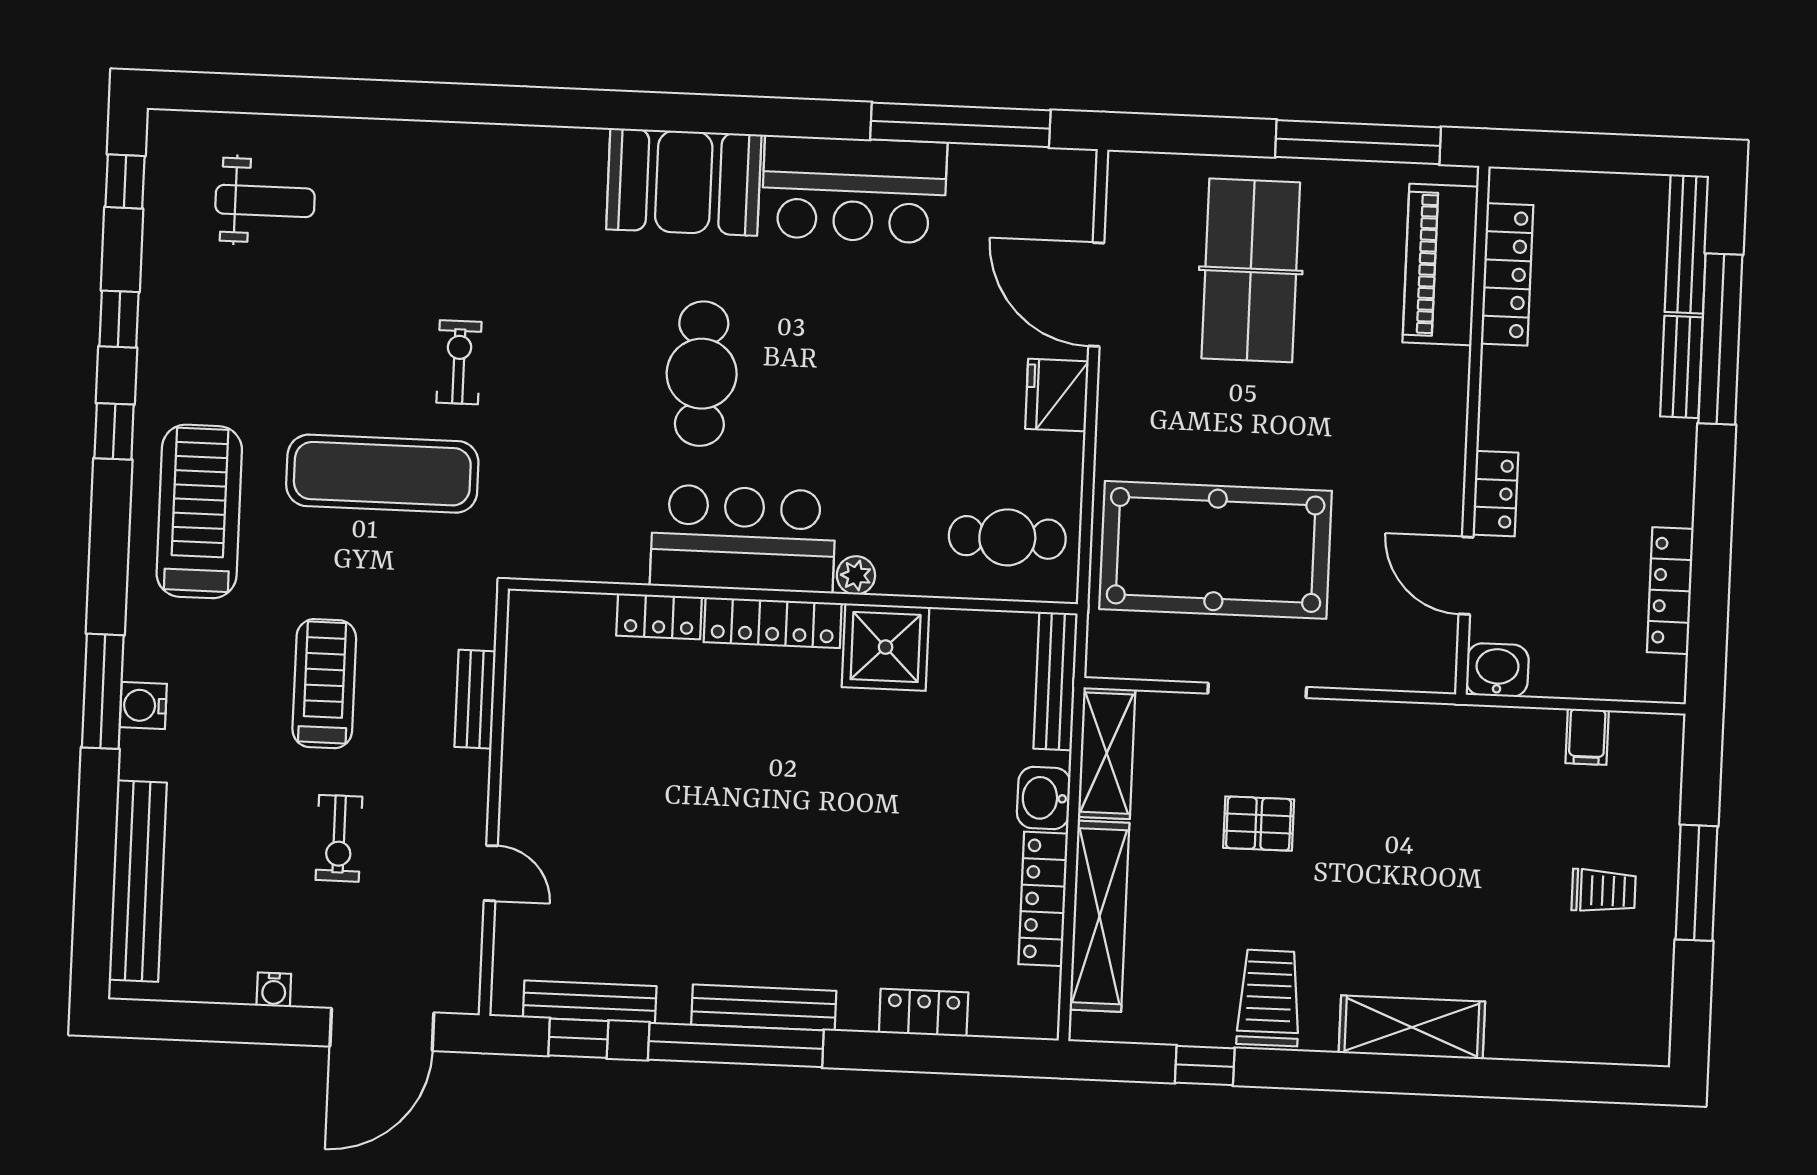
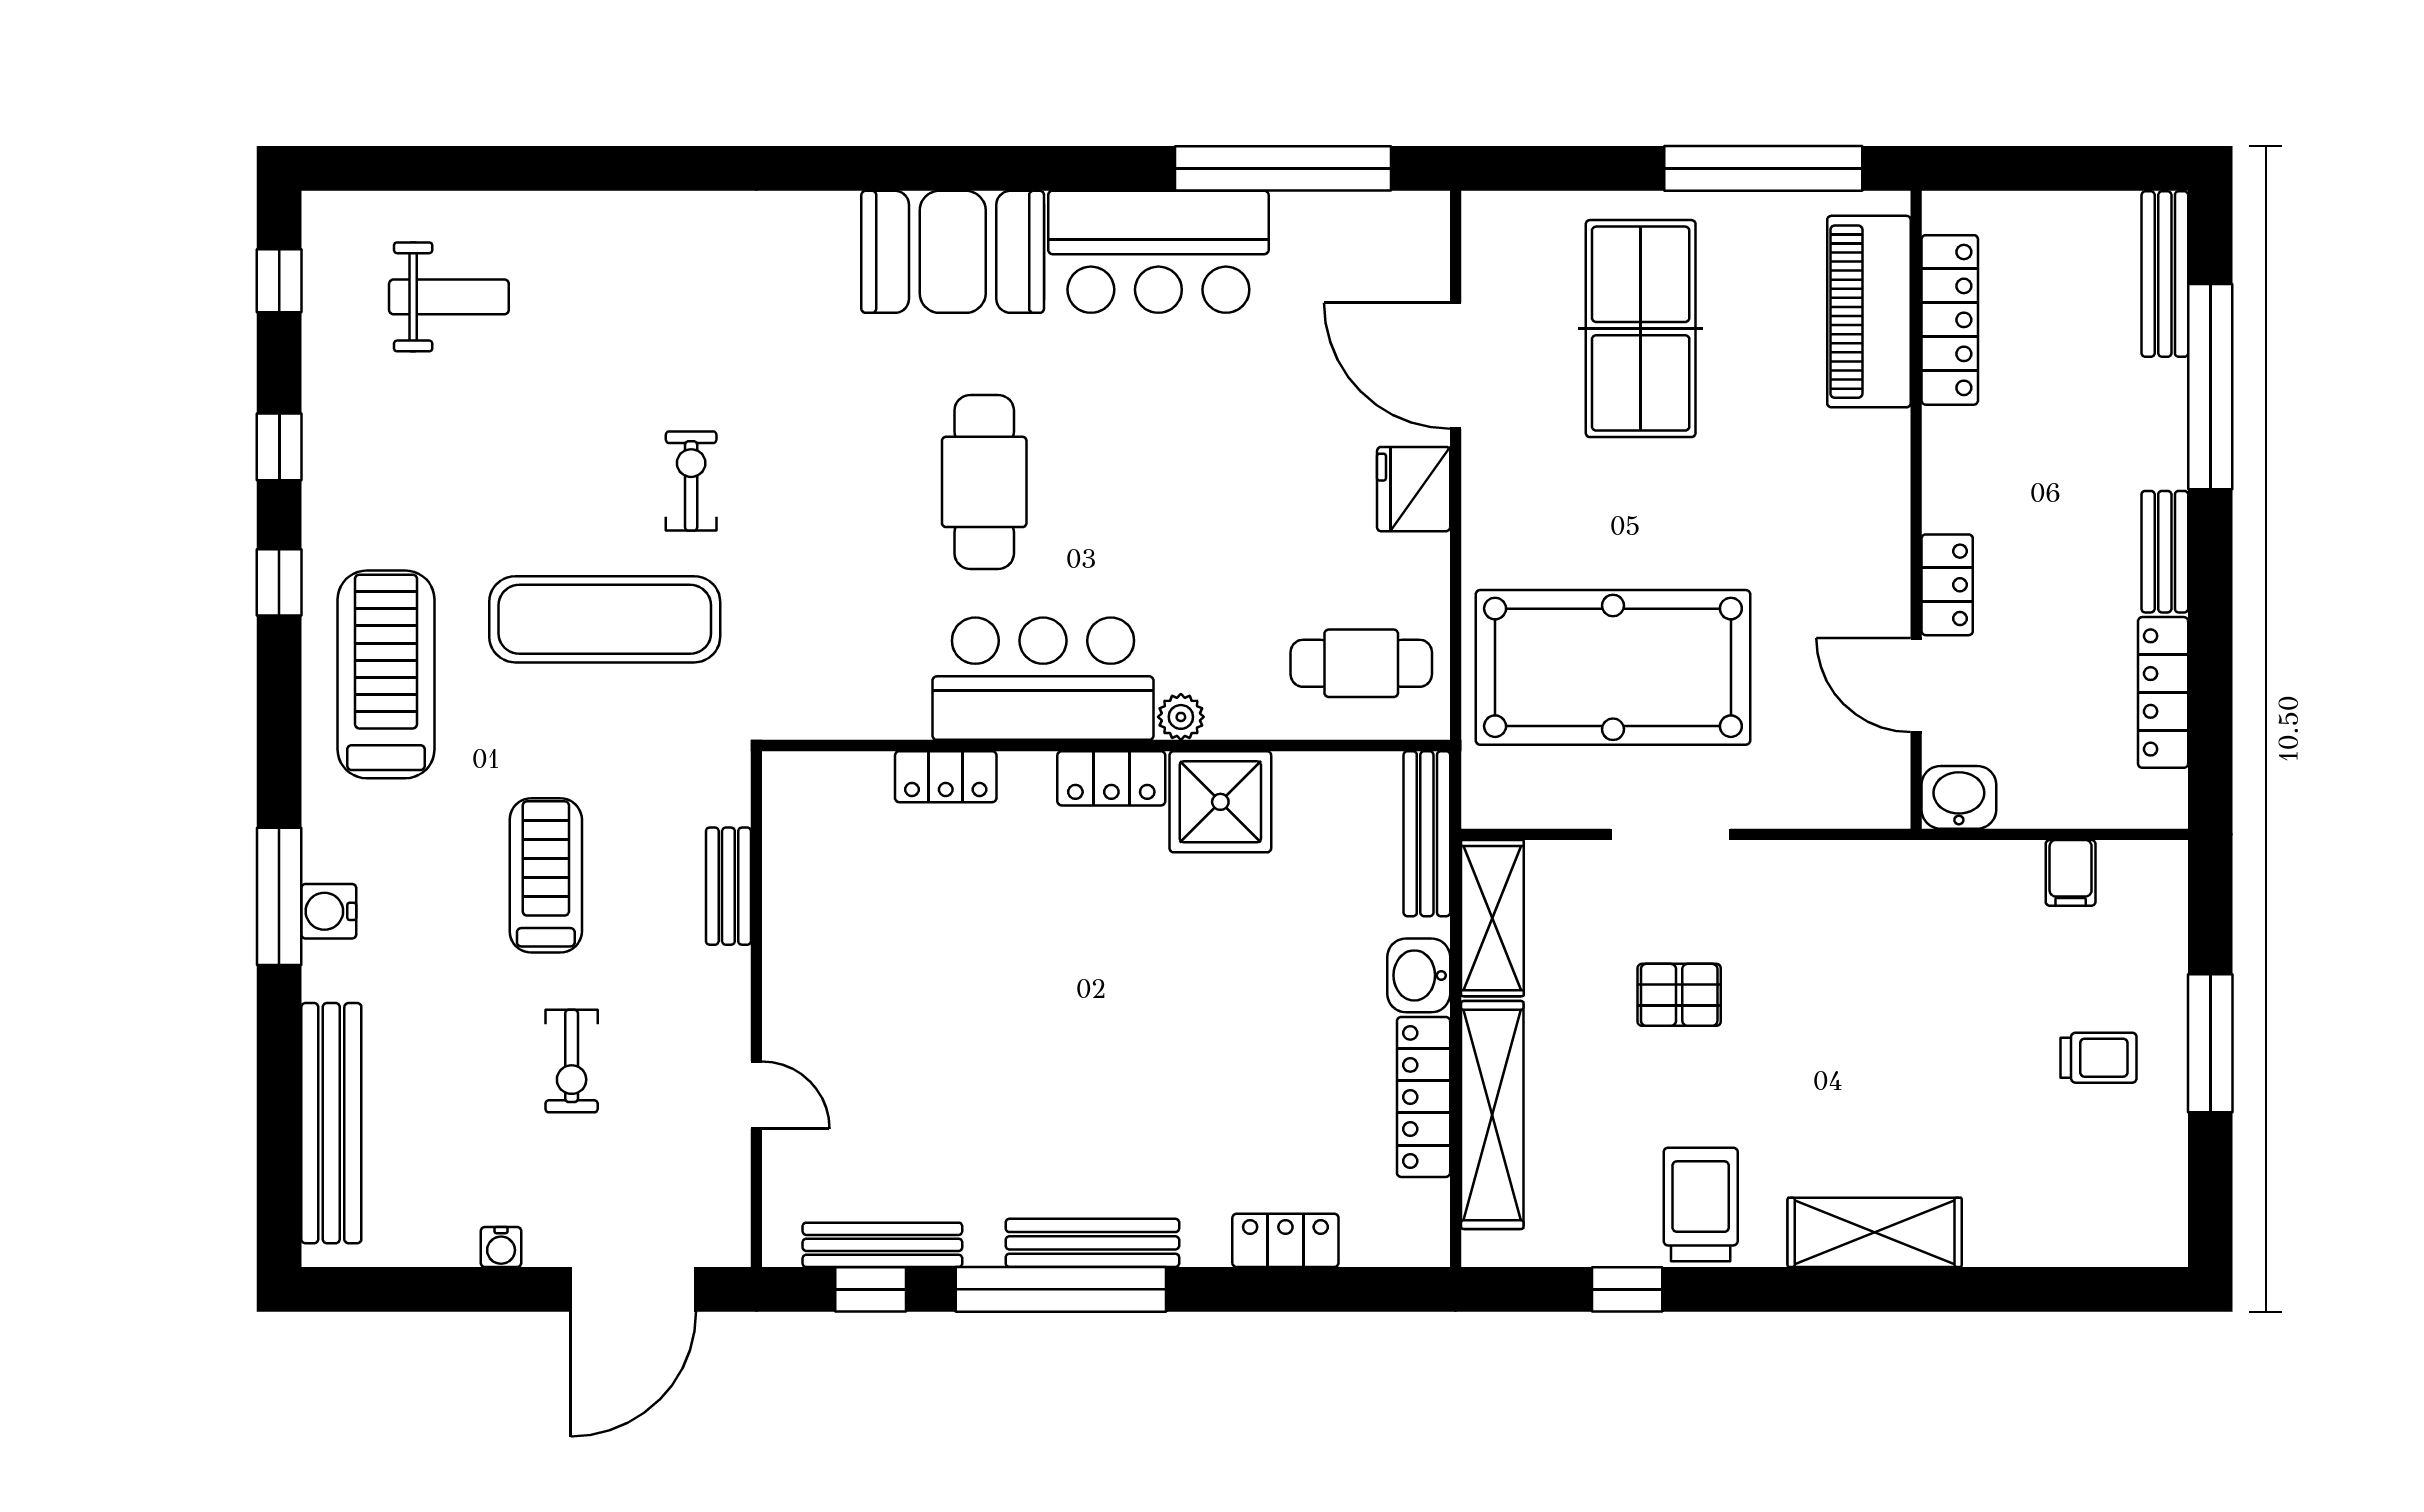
bench: (1681, 367) -> (2165, 552), moved
locker: (773, 623) -> (1111, 778), width x0.66

